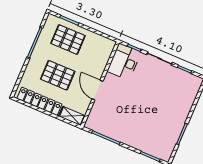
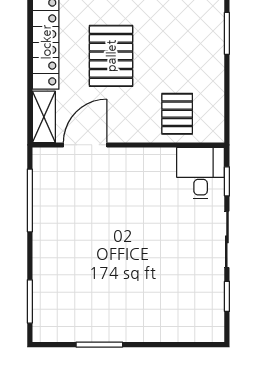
pallet: (68, 40) -> (177, 114), moved, width x0.67, depth x0.71
desk: (124, 62) -> (201, 173), width x0.73
door: (97, 90) -> (85, 145), moved

